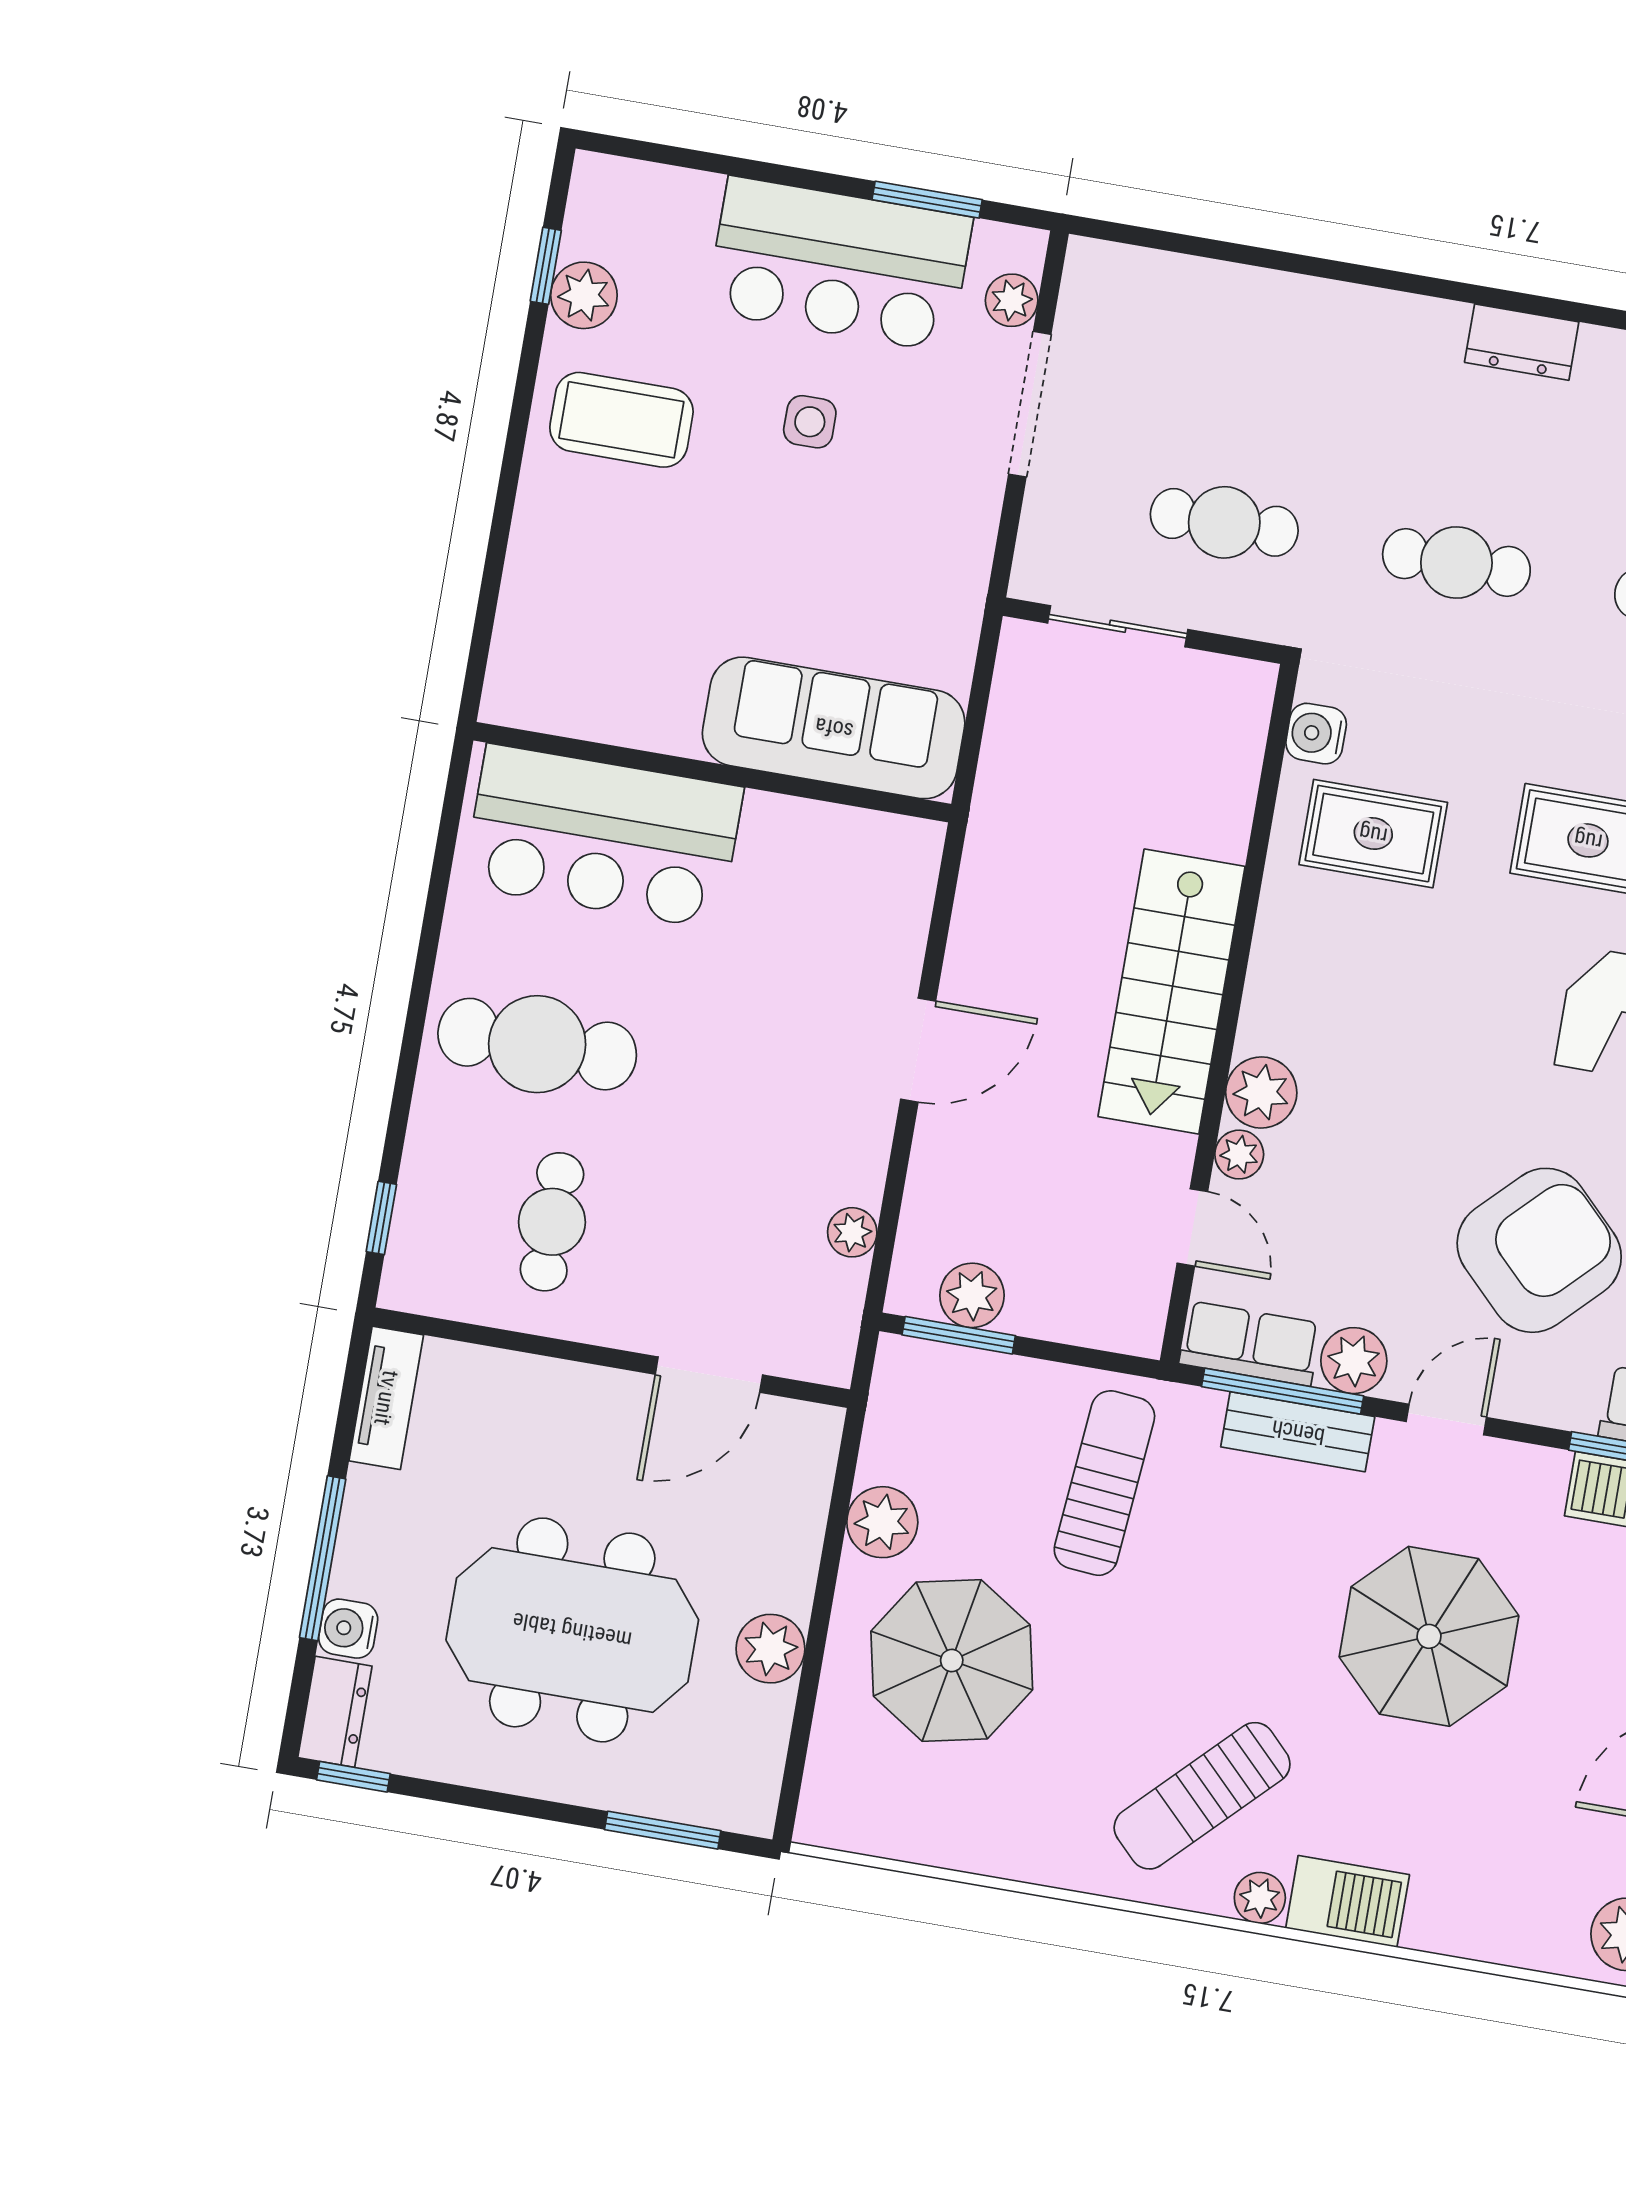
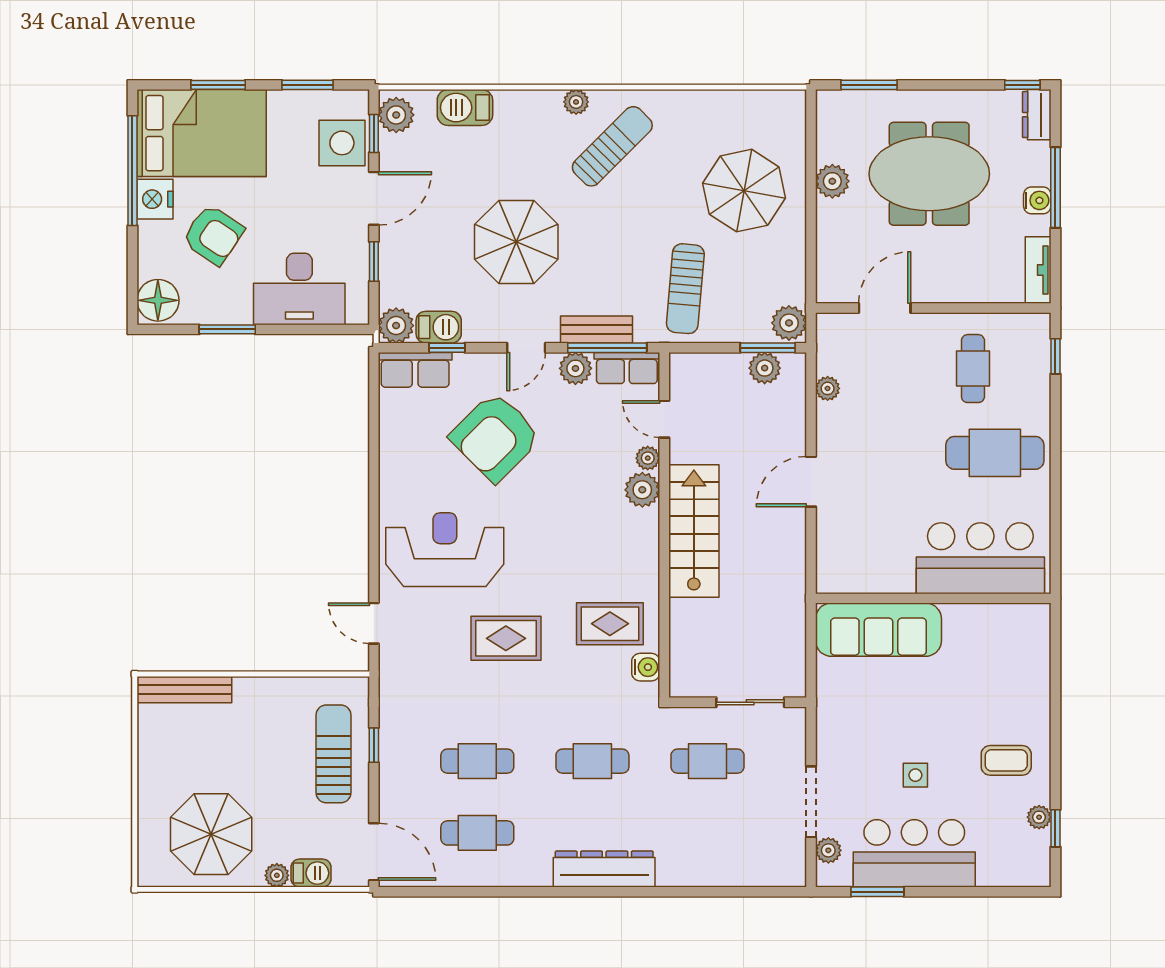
plant: (584, 295) -> (1039, 817), width x0.73, depth x0.73
dresser: (1522, 342) -> (604, 869), width x1.96, depth x1.24
coffee table: (621, 420) -> (1006, 760), width x0.73, depth x0.77
plant: (882, 1522) -> (789, 323), moved
water cooler: (348, 1629) -> (1037, 200), moved
barbecue: (1348, 1901) -> (465, 108), moved

